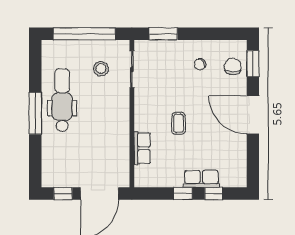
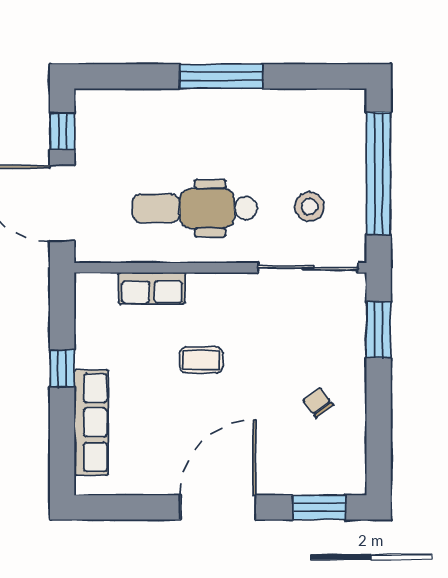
chair: (233, 67) -> (314, 468), removed
sliding door: (132, 69) -> (308, 268), width x1.37
dental chair: (62, 100) -> (195, 208), moved, turned 180
row of seats: (201, 179) -> (91, 422), width x1.48
window: (214, 194) -> (62, 430), removed

